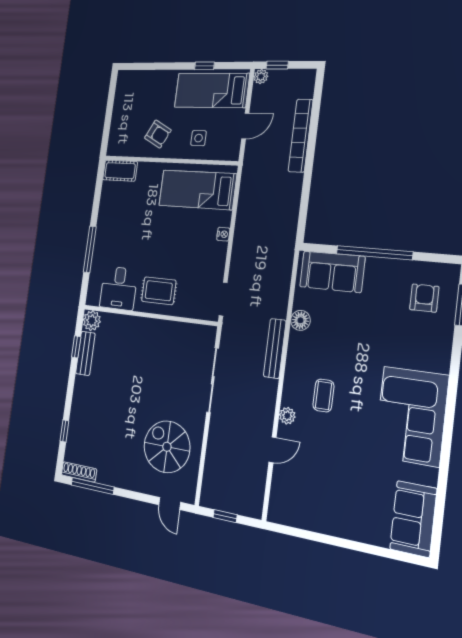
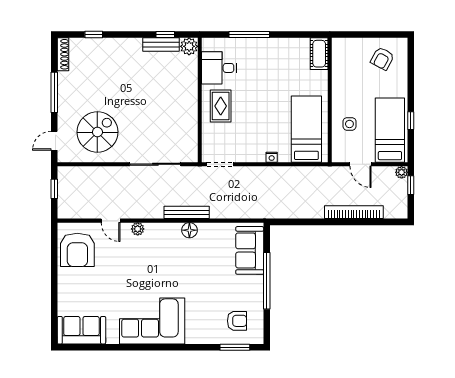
armchair: (158, 134) -> (382, 59), moved
floor lamp: (300, 320) -> (189, 230), moved
coffee table: (323, 396) -> (157, 255), removed
window: (92, 486) -> (54, 92), moved
armchair: (304, 502) -> (77, 250), added

